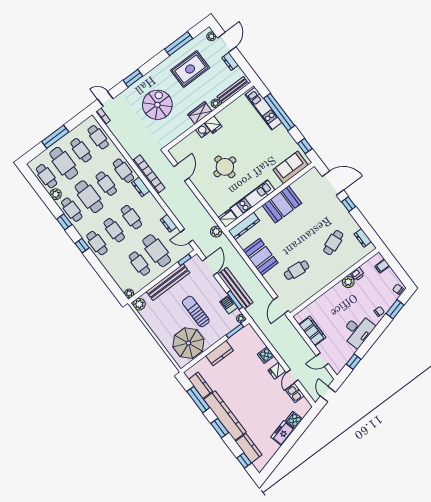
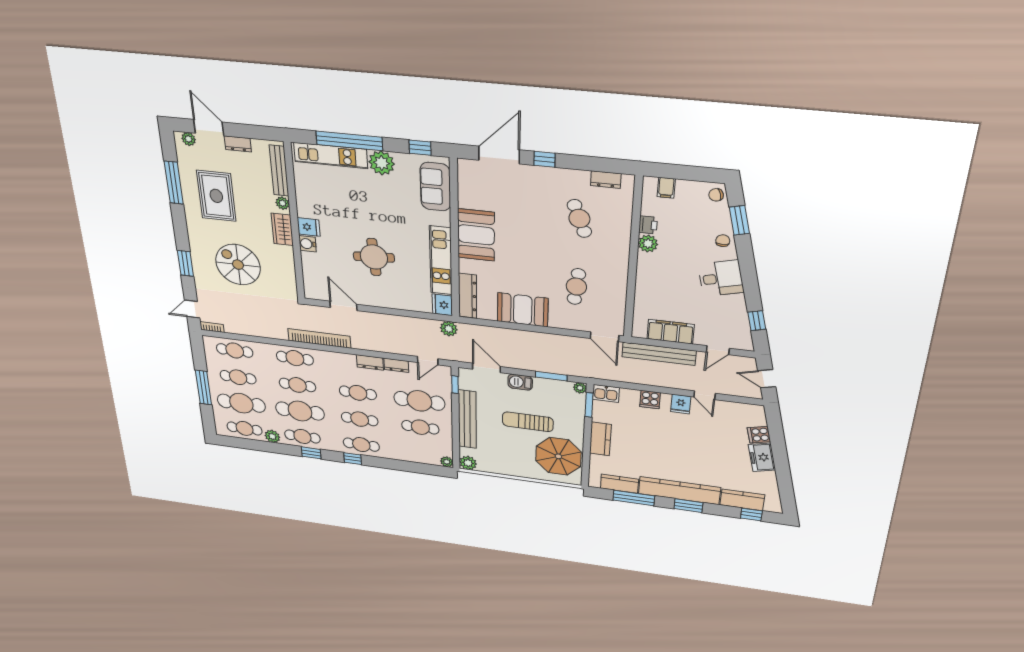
plant: (281, 134) -> (382, 163), added
dresser: (141, 187) -> (370, 362), moved
bench: (235, 288) -> (659, 354), moved
barbecue: (229, 305) -> (520, 382), moved
desk: (358, 331) -> (721, 278), width x0.73
kitchen sink: (295, 393) -> (606, 393), moved

